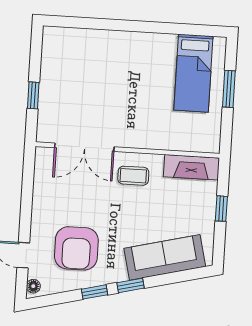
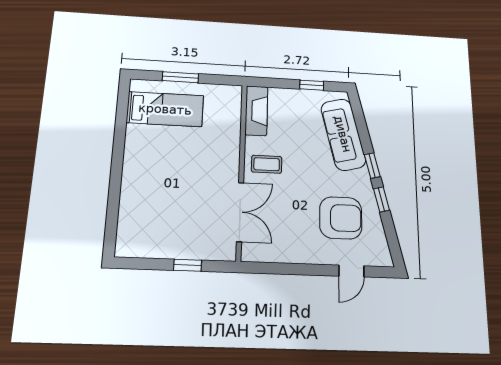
coffee table: (133, 176) -> (267, 164), turned 90
window: (221, 209) -> (312, 85), moved
floor lamp: (33, 286) -> (381, 260), removed

